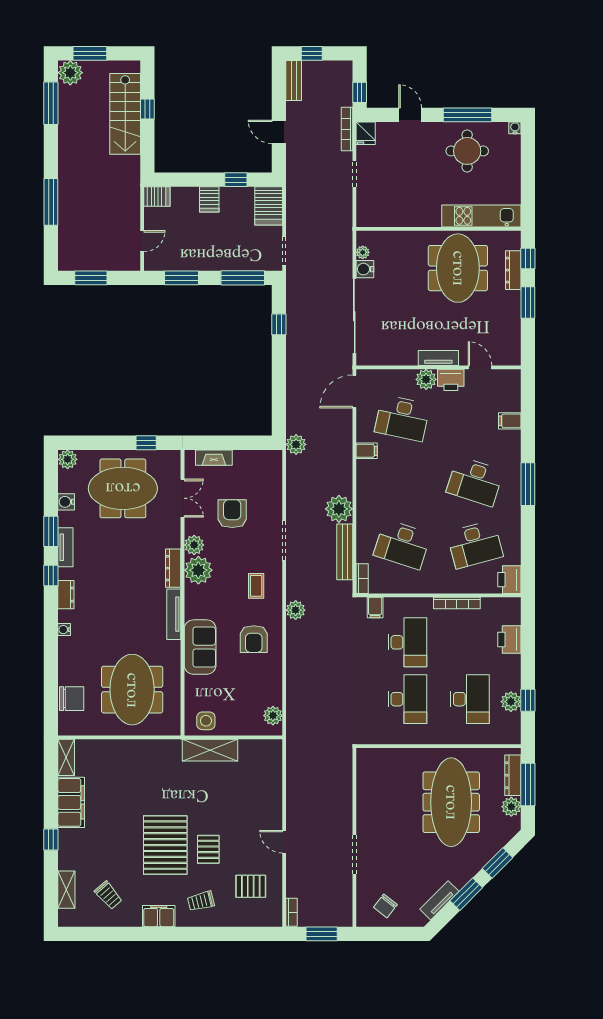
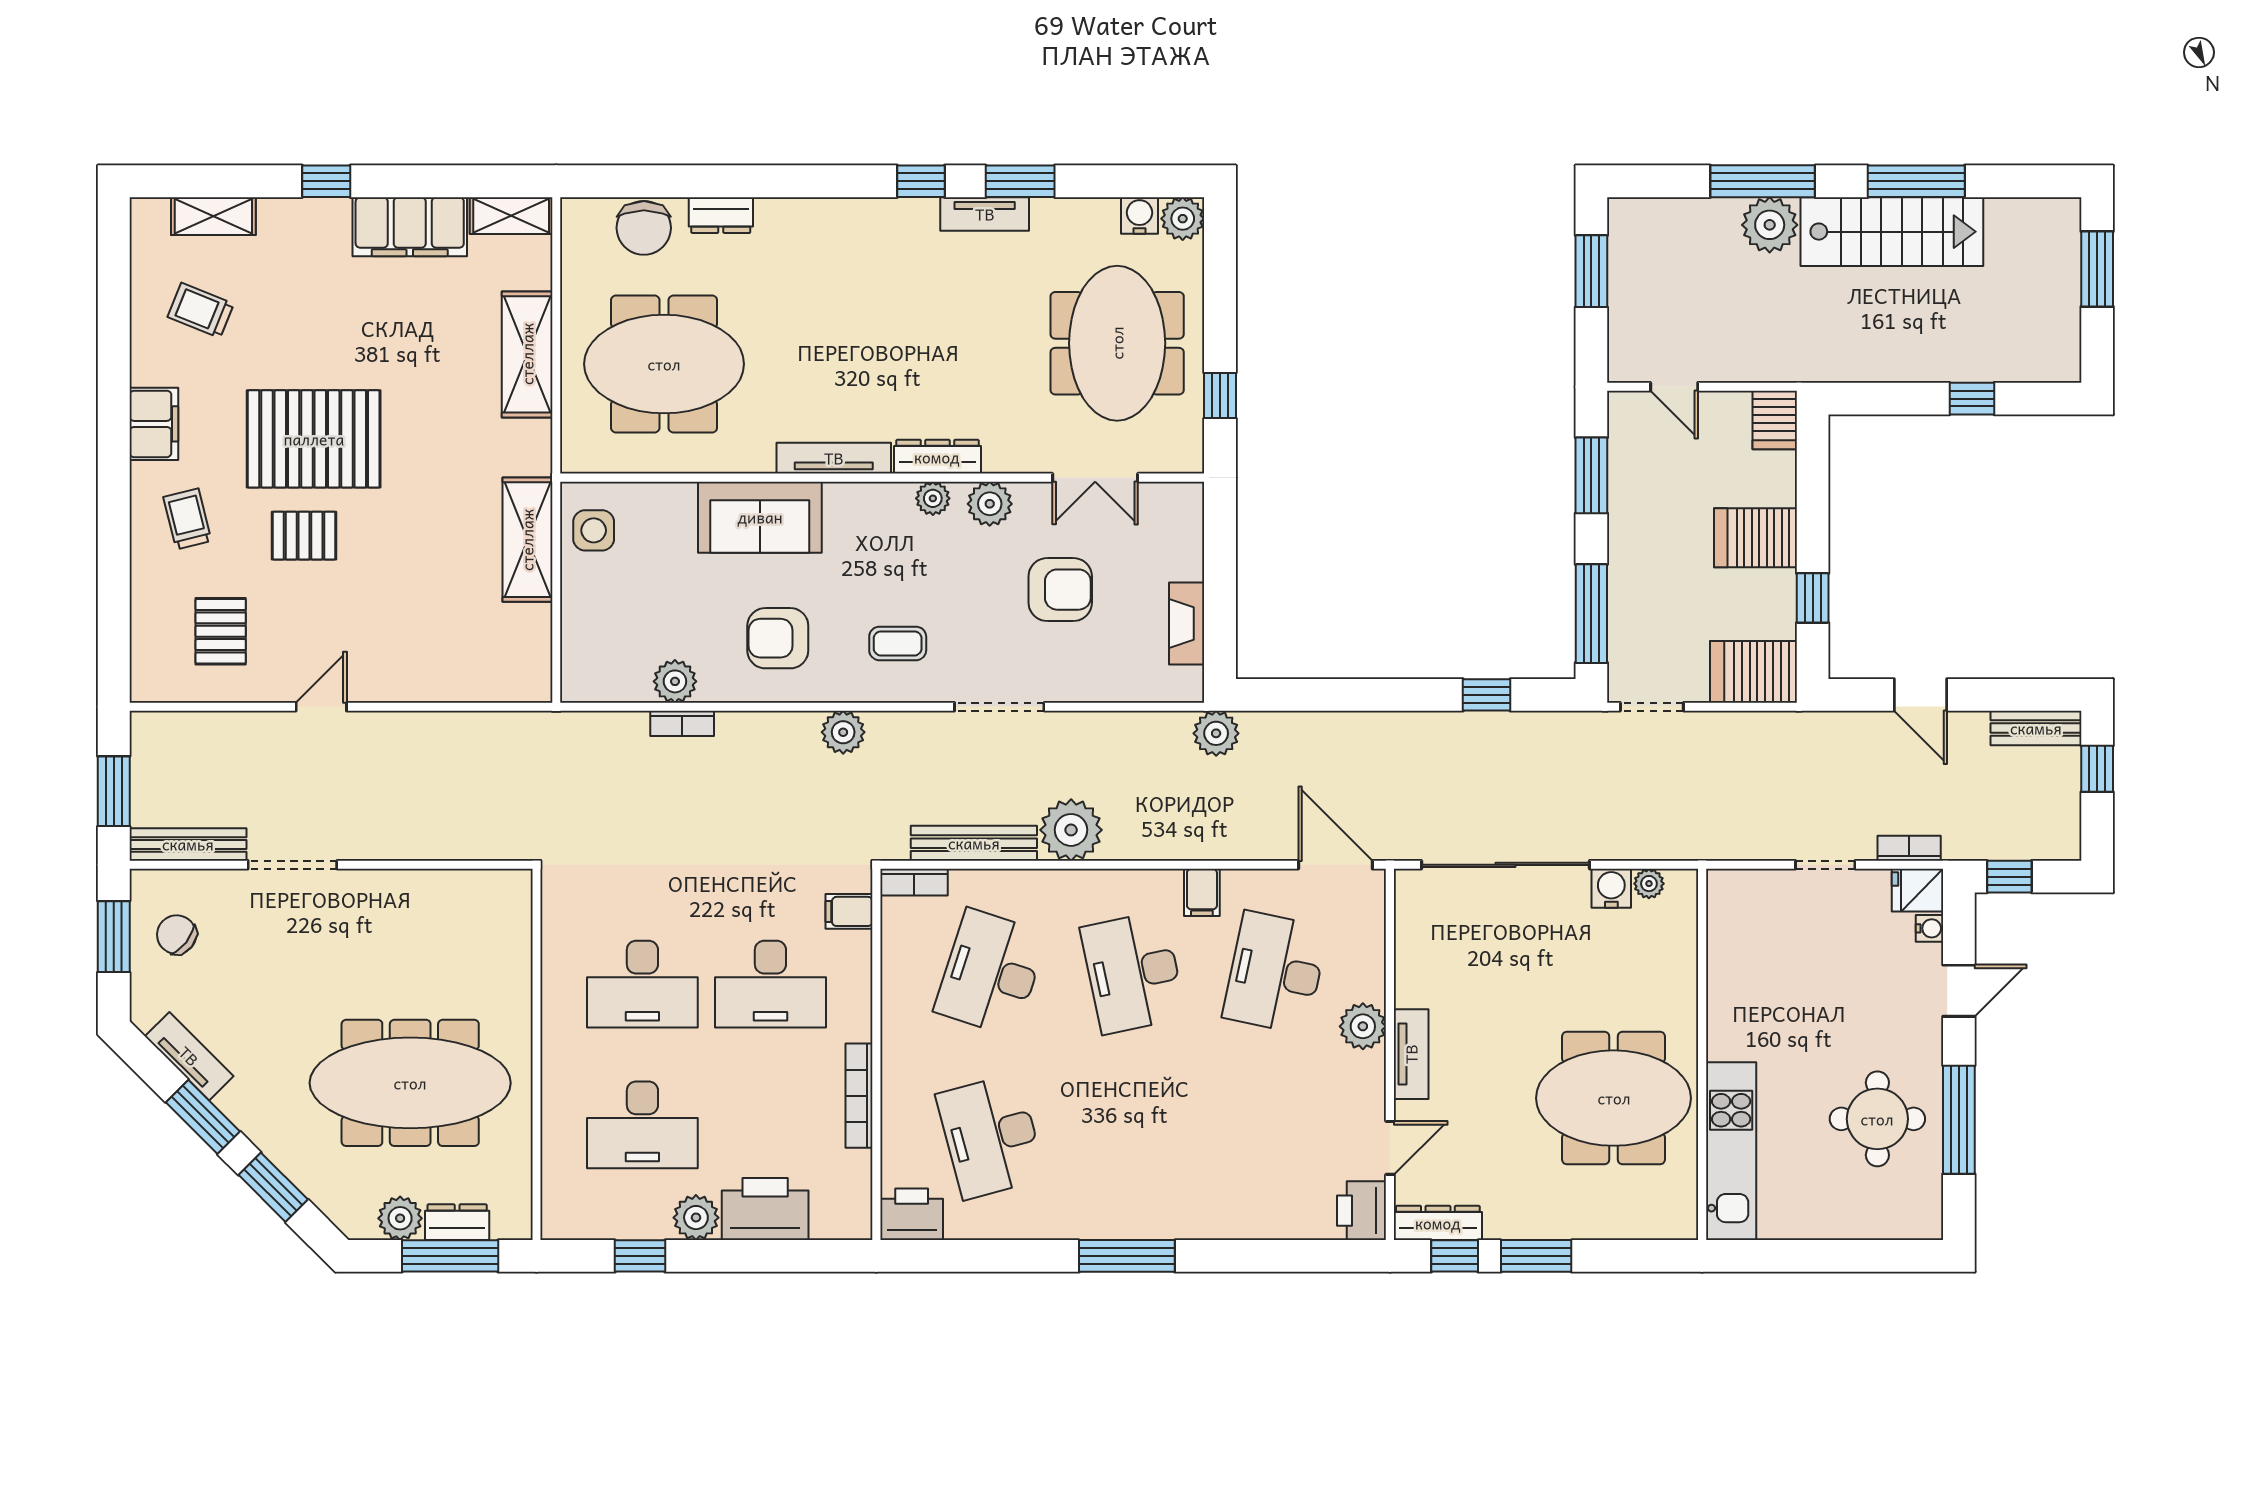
plant: (70, 73) -> (1770, 225), moved
window: (51, 103) -> (1916, 181), moved
stairs: (125, 114) -> (1892, 232), moved, turned 180
water cooler: (515, 128) -> (1929, 928), moved
bookcase: (347, 129) -> (1909, 848), width x0.64
door: (279, 132) -> (1920, 695), swing flipped
server rack: (209, 199) -> (1755, 538), width x1.36, depth x1.44
window: (528, 258) -> (1455, 1256), moved
dresser: (513, 270) -> (1438, 1223), moved
printer: (451, 380) -> (1362, 1211), moved
filing cabinet: (510, 421) -> (1269, 1215), removed
fireplace: (214, 458) -> (1187, 624), moved
desk: (475, 481) -> (1133, 973), moved, turned -30
water cooler: (66, 502) -> (1140, 216), moved
plant: (198, 570) -> (933, 498), width x0.53, depth x0.53
dresser: (66, 595) -> (721, 215), moved
water cooler: (64, 630) -> (799, 211), removed
printer: (509, 639) -> (765, 1209), width x1.37, depth x1.19
plant: (511, 702) -> (696, 1218), moved
plant: (273, 716) -> (675, 681), moved
shelving: (128, 750) -> (527, 354), added
dresser: (513, 775) -> (457, 1222), width x0.70
trolley: (108, 895) -> (201, 310), turned 63
bench: (345, 901) -> (188, 844), added
bookcase: (292, 912) -> (682, 723), moved
window: (386, 934) -> (114, 937), added

